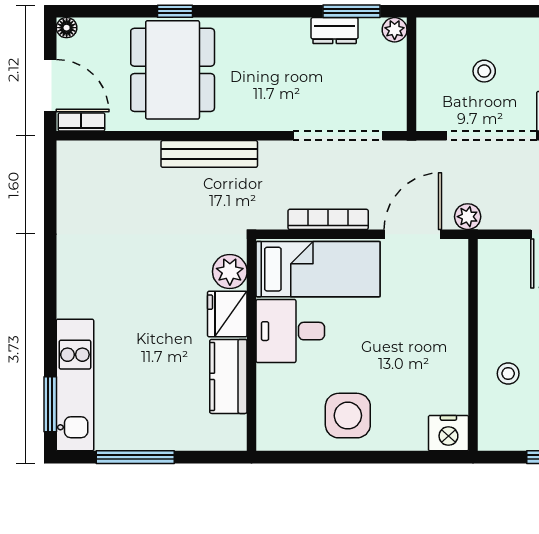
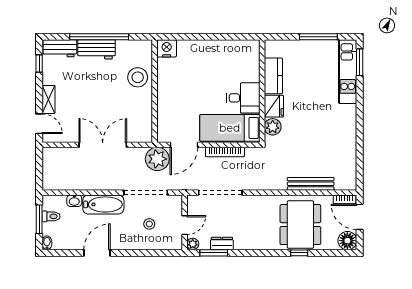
floor lamp: (67, 28) -> (347, 241), width x1.89, depth x1.89
door: (411, 69) -> (185, 225), added
bench: (209, 154) -> (311, 184), moved
plant: (468, 217) -> (157, 159), width x1.88, depth x1.88
stool: (508, 374) -> (138, 77), width x1.89, depth x1.89
side table: (348, 416) -> (215, 57), removed

